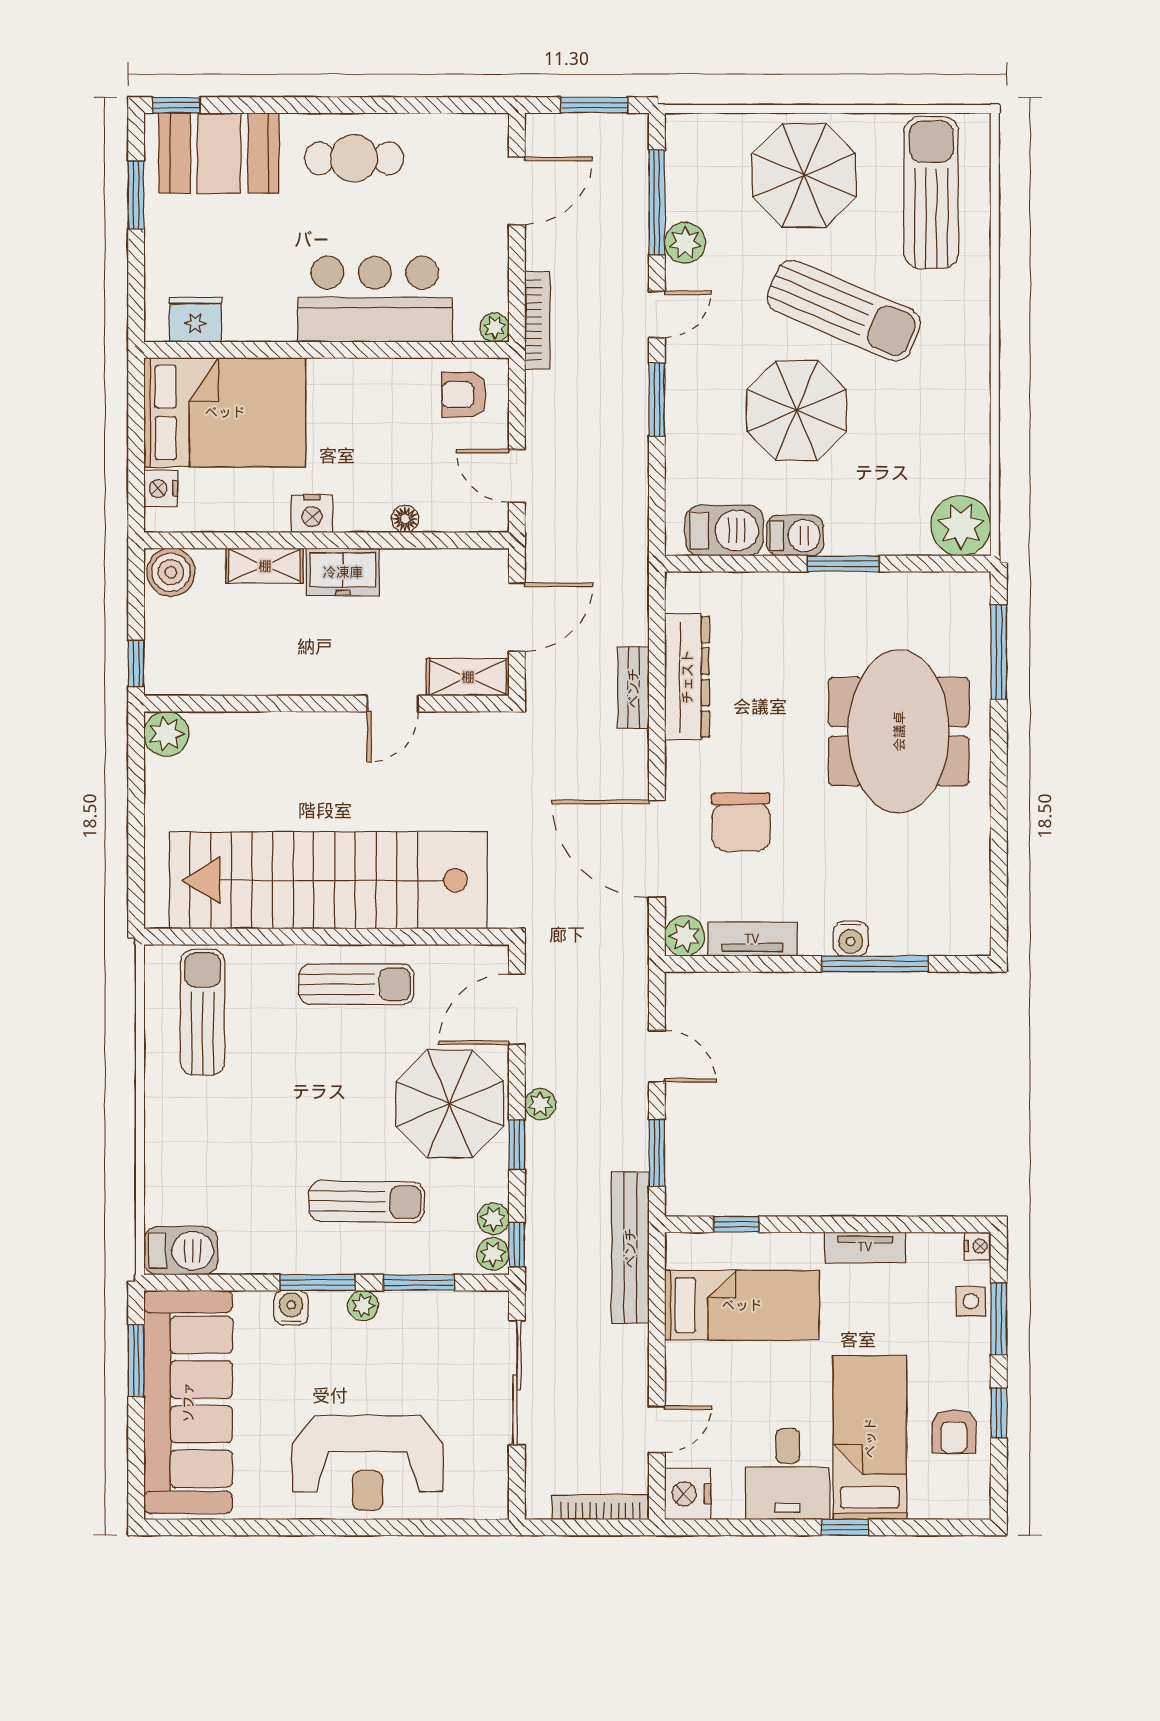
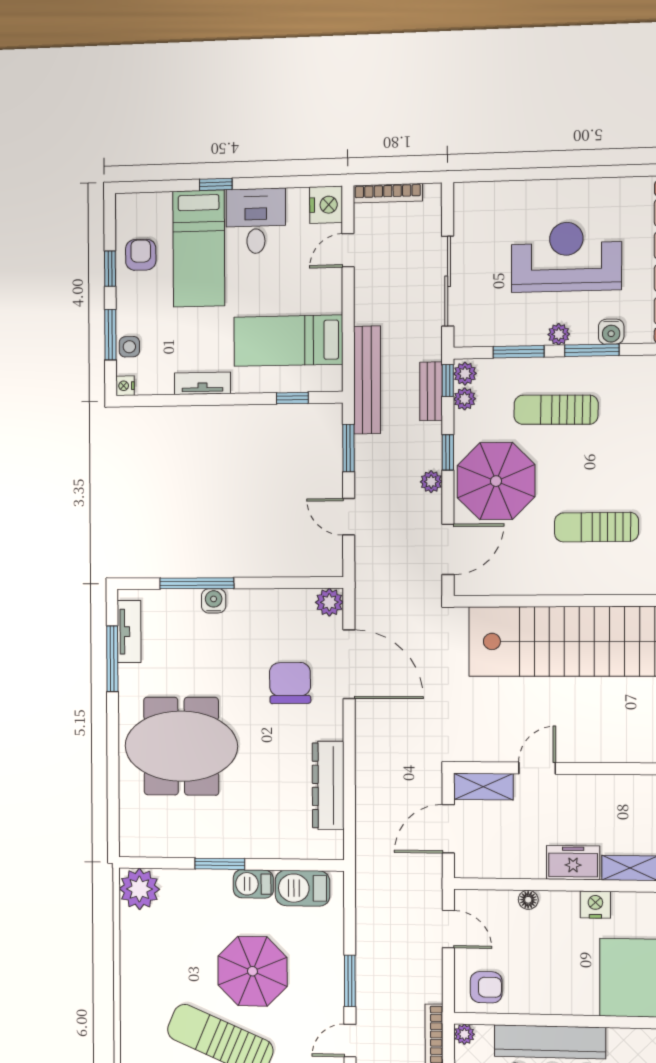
window: (999, 652) -> (112, 659), moved
bench: (633, 688) -> (431, 391), moved
meeting table: (899, 731) -> (181, 746), turned 90
tv unit: (752, 939) -> (129, 632), moved, turned -90
sun lounger: (356, 984) -> (596, 527), moved
reception desk: (368, 1463) -> (566, 257), moved

